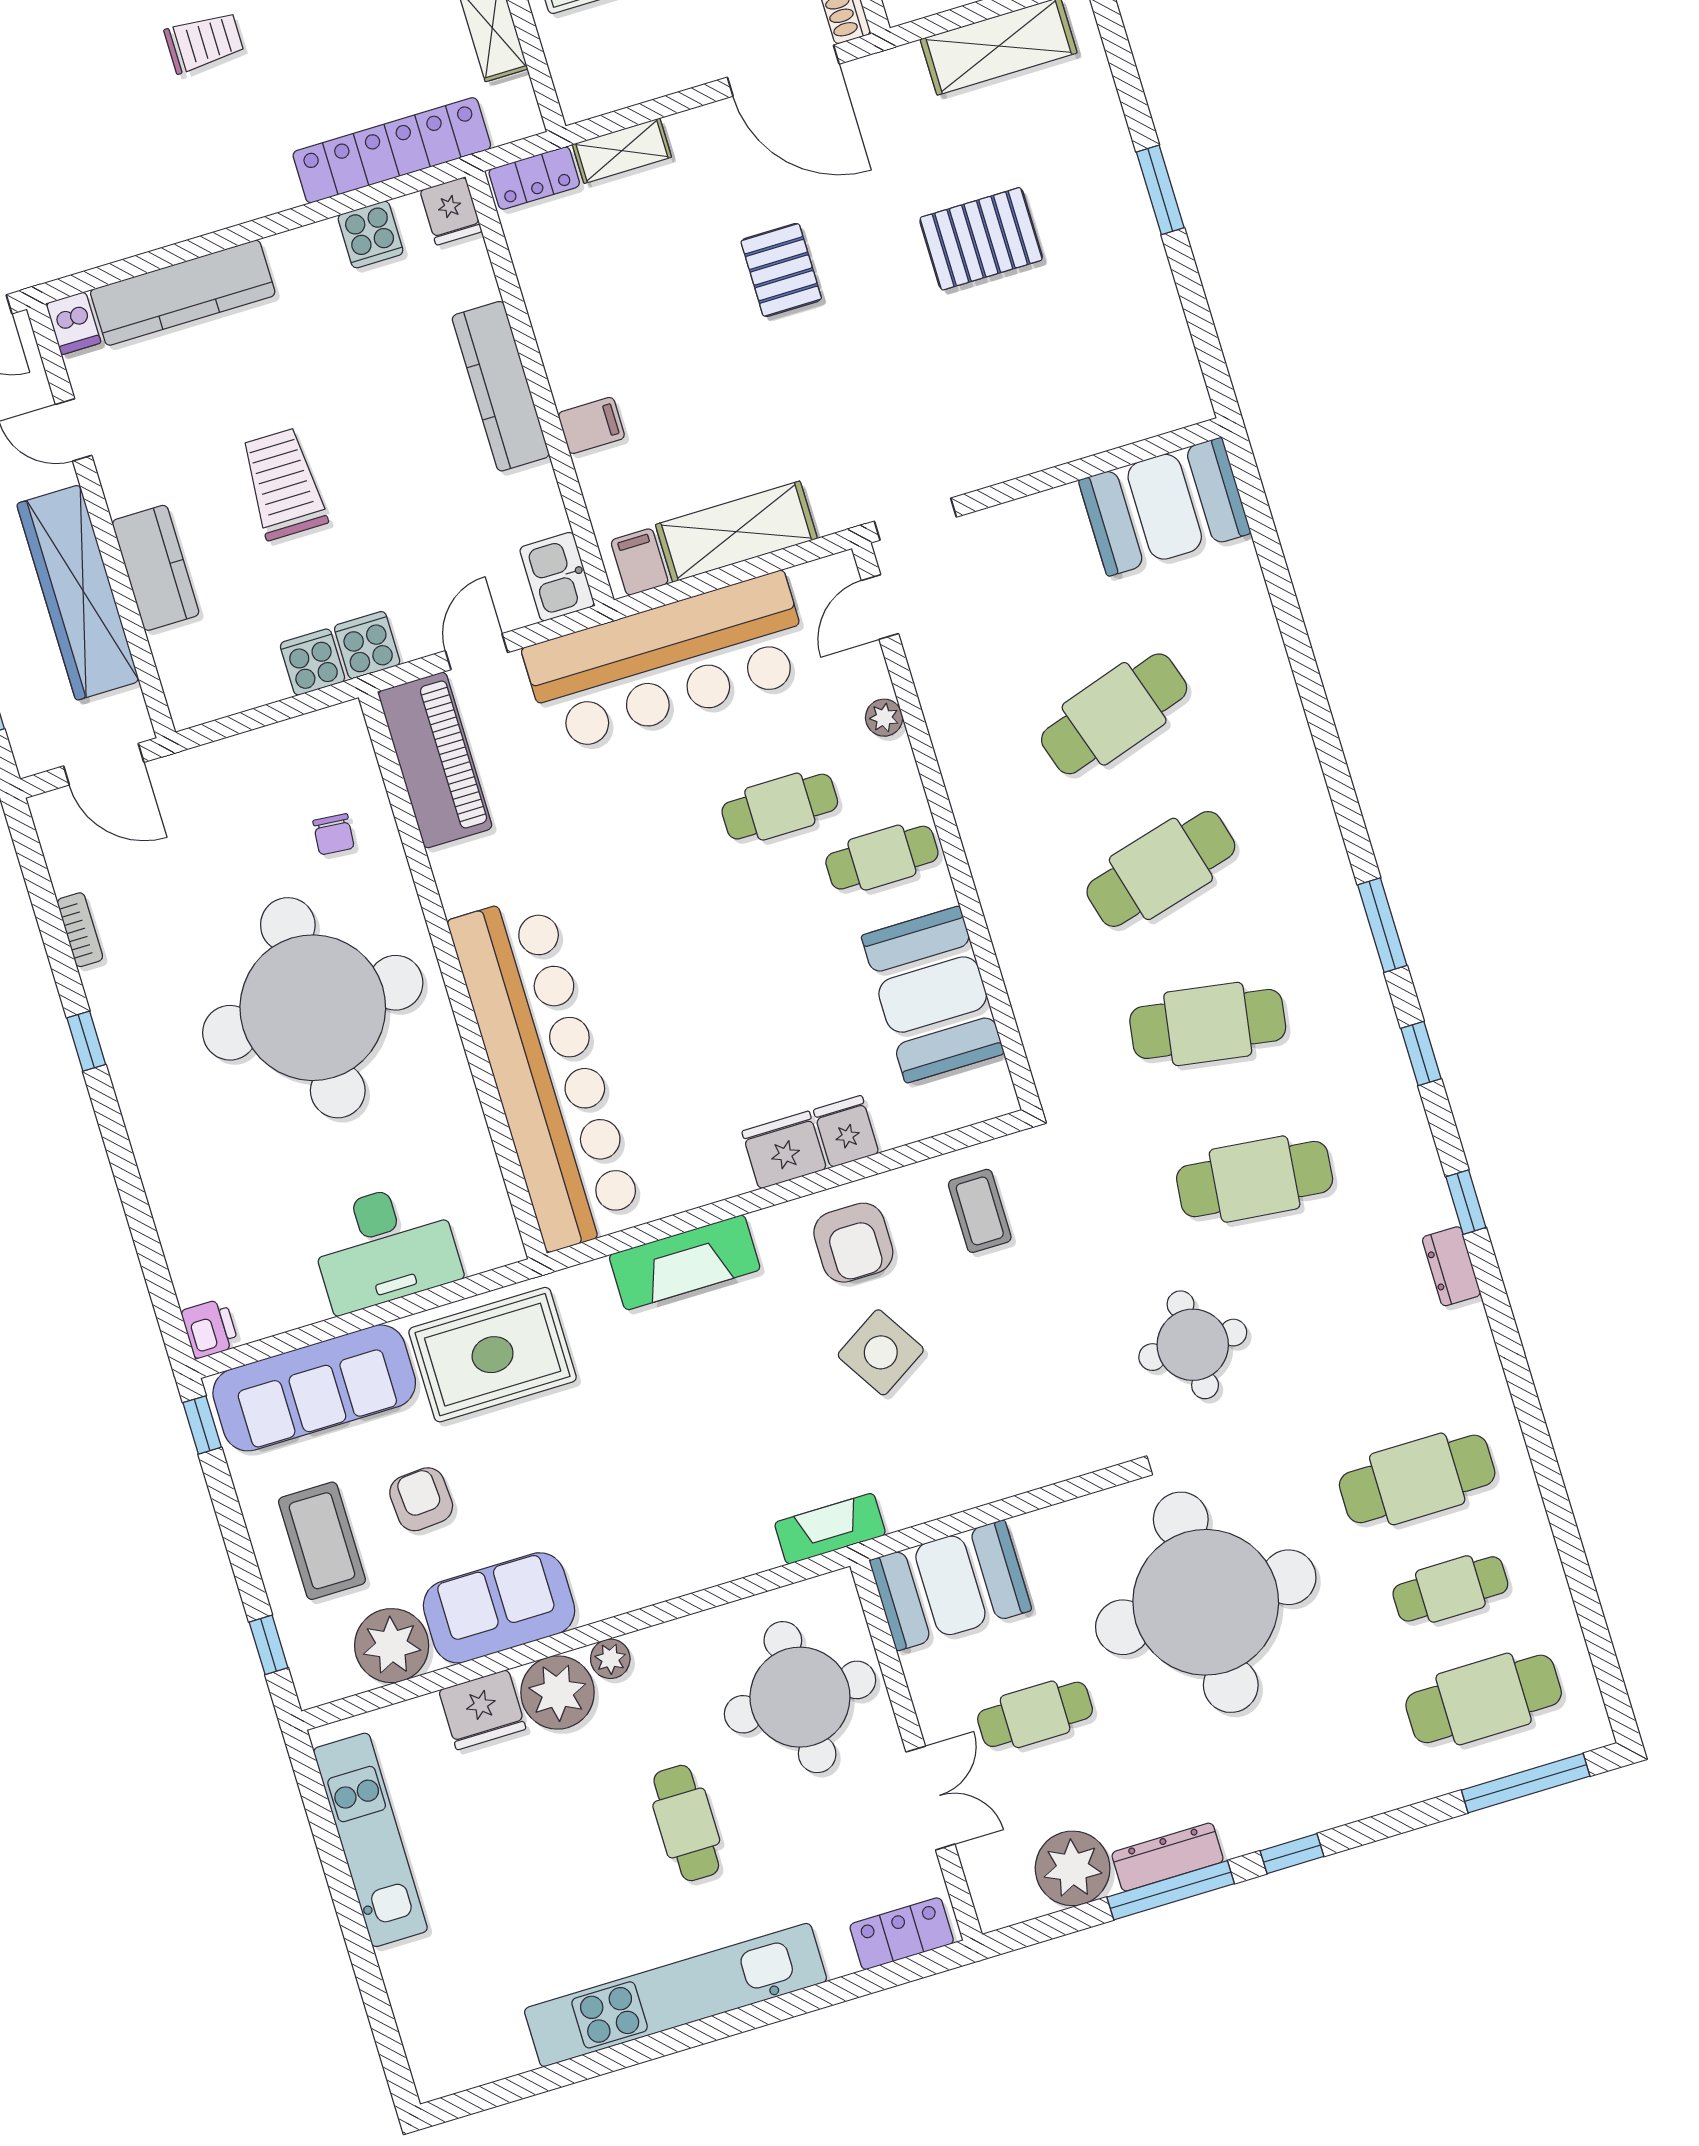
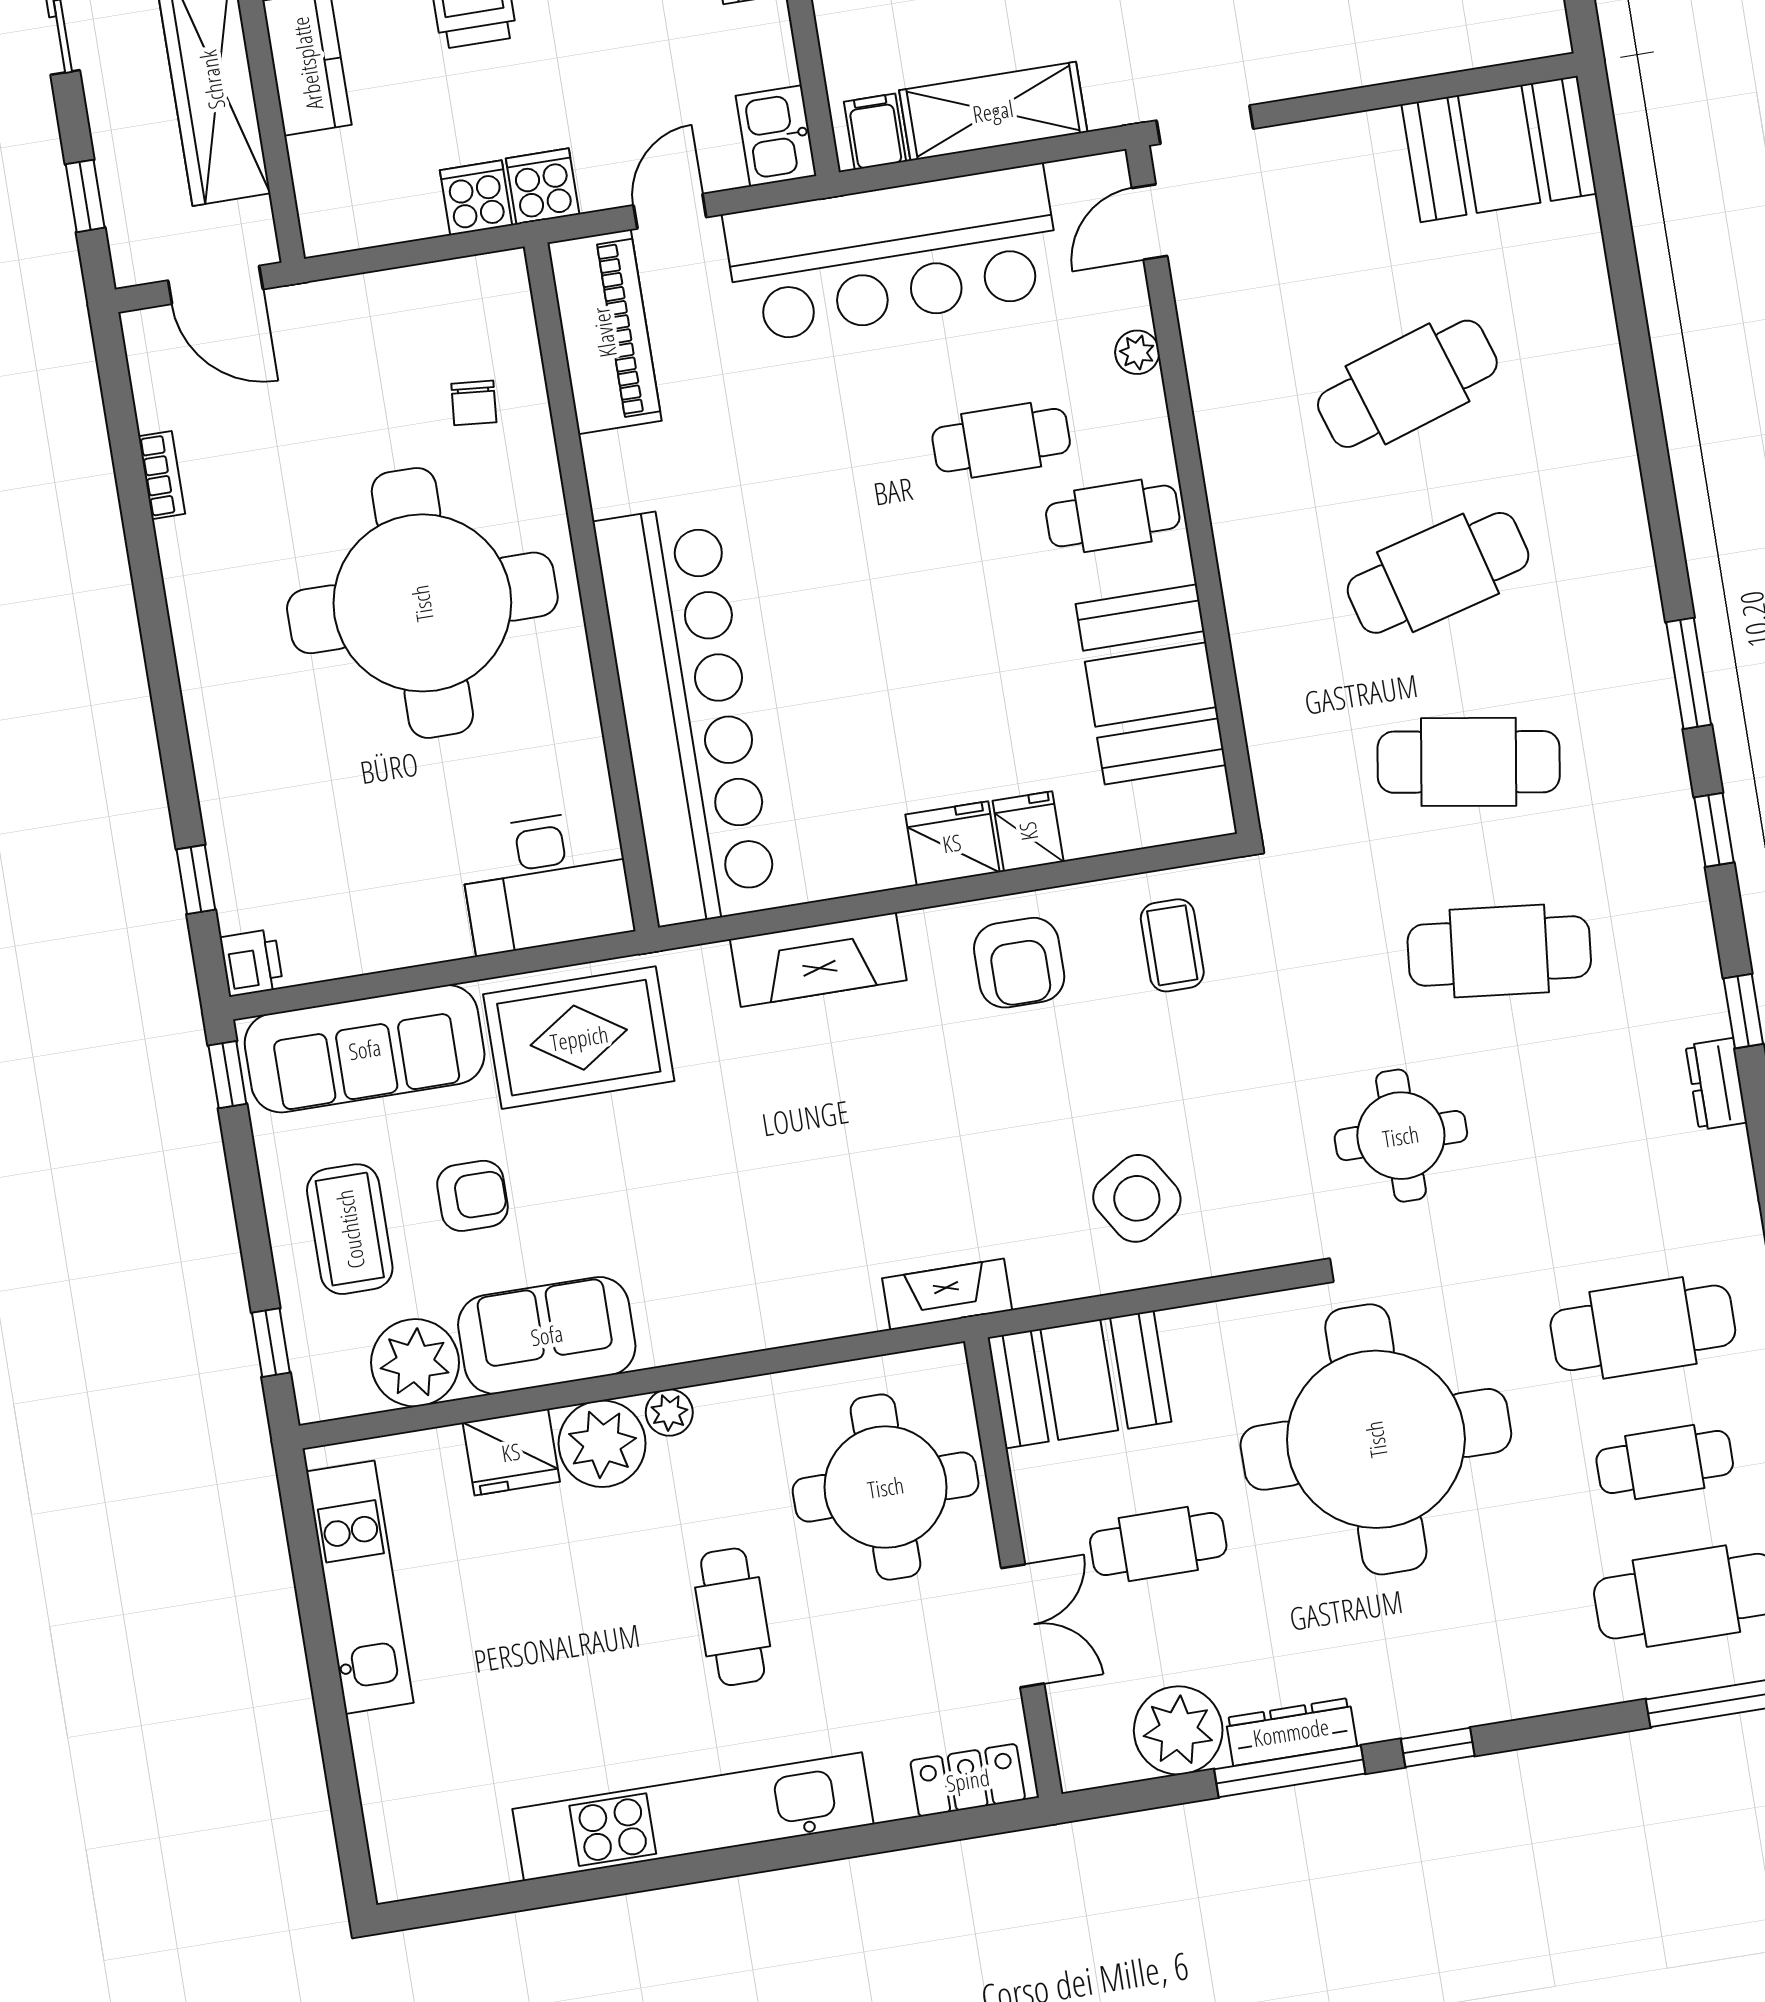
window: (86, 1041) -> (196, 880), moved
desk: (385, 1247) -> (546, 882), moved
side table: (881, 1352) -> (1137, 1198), moved
armchair: (421, 1499) -> (472, 1196), turned 94

